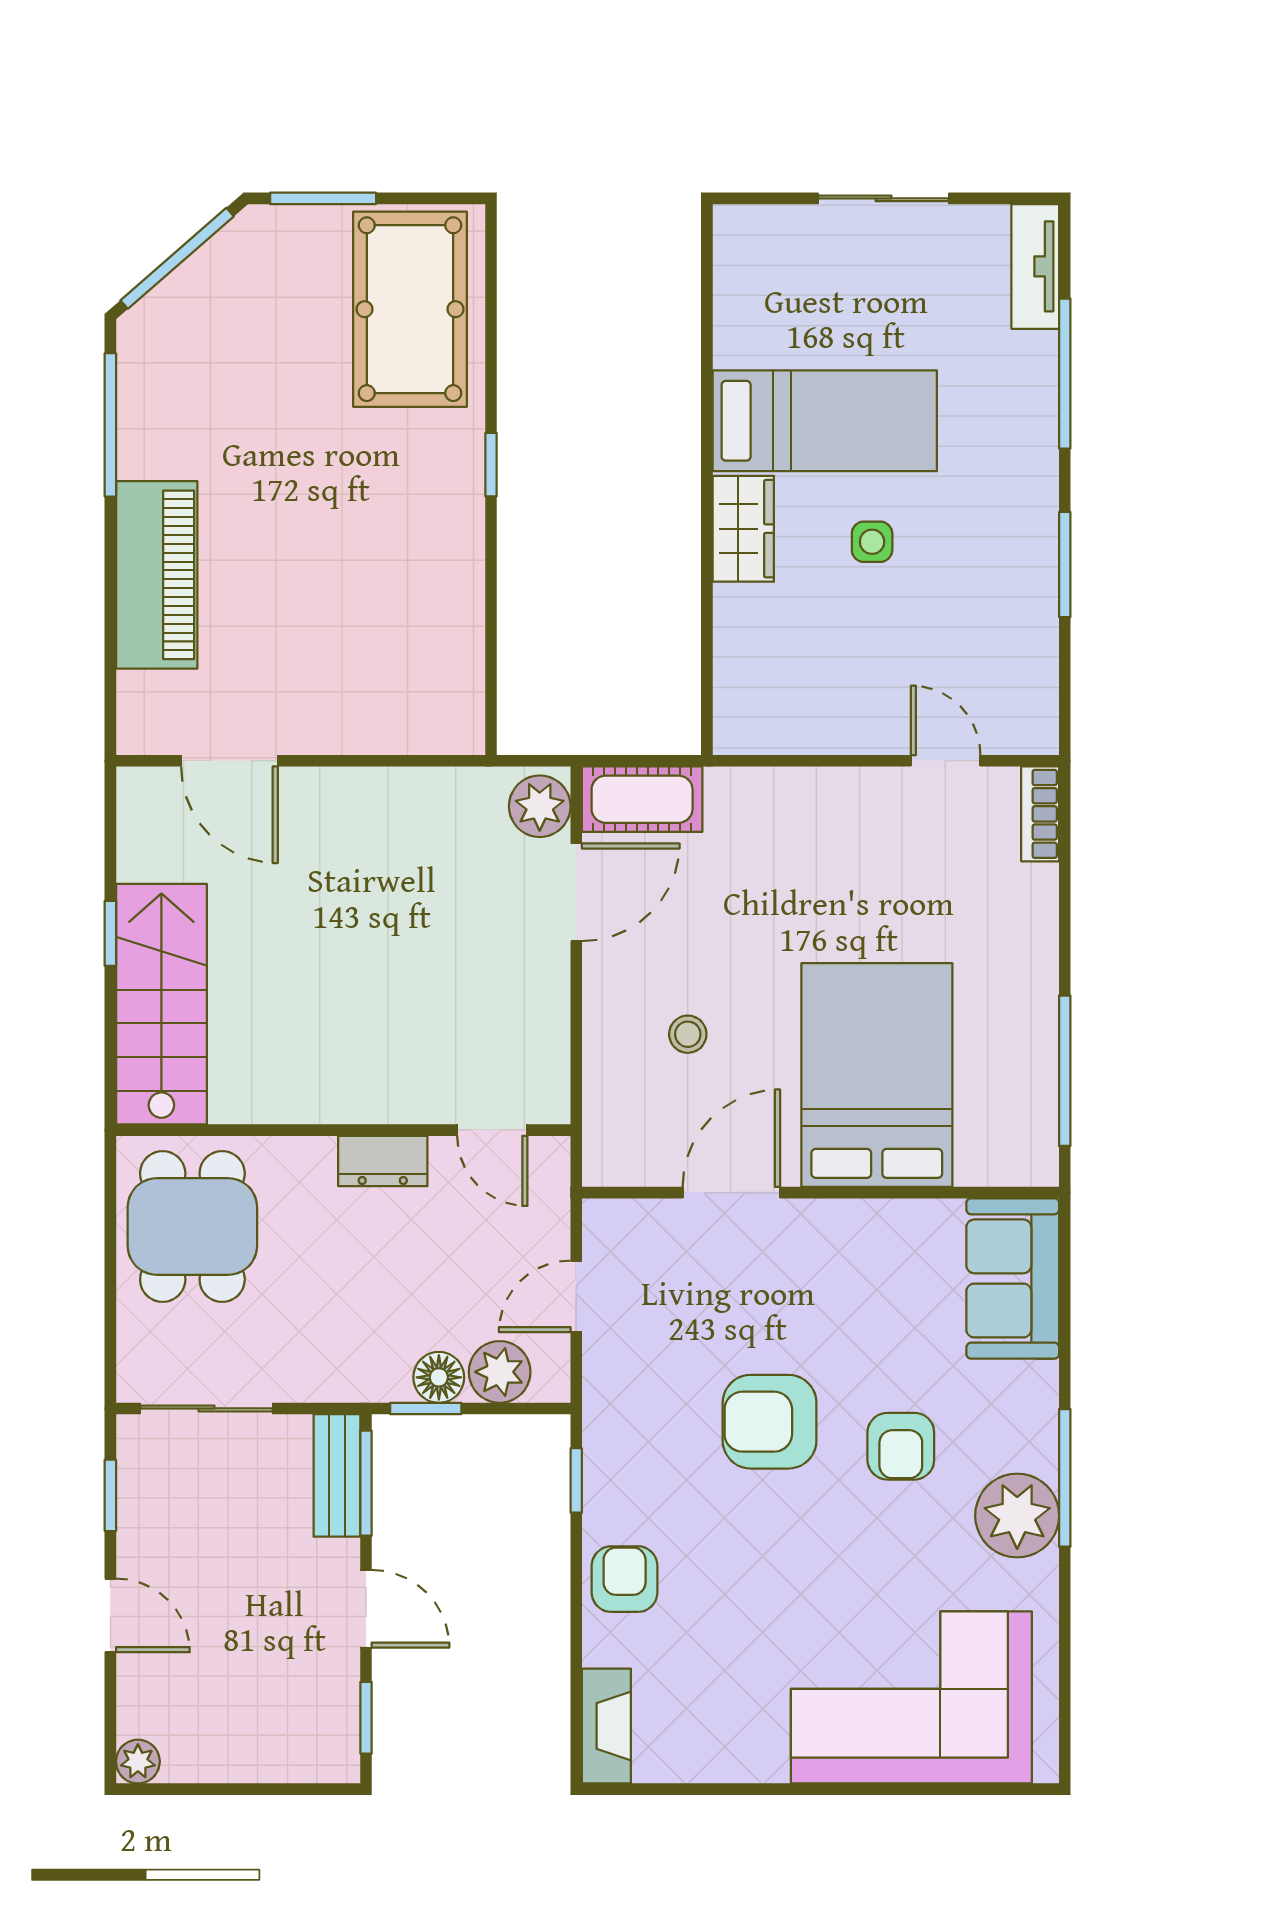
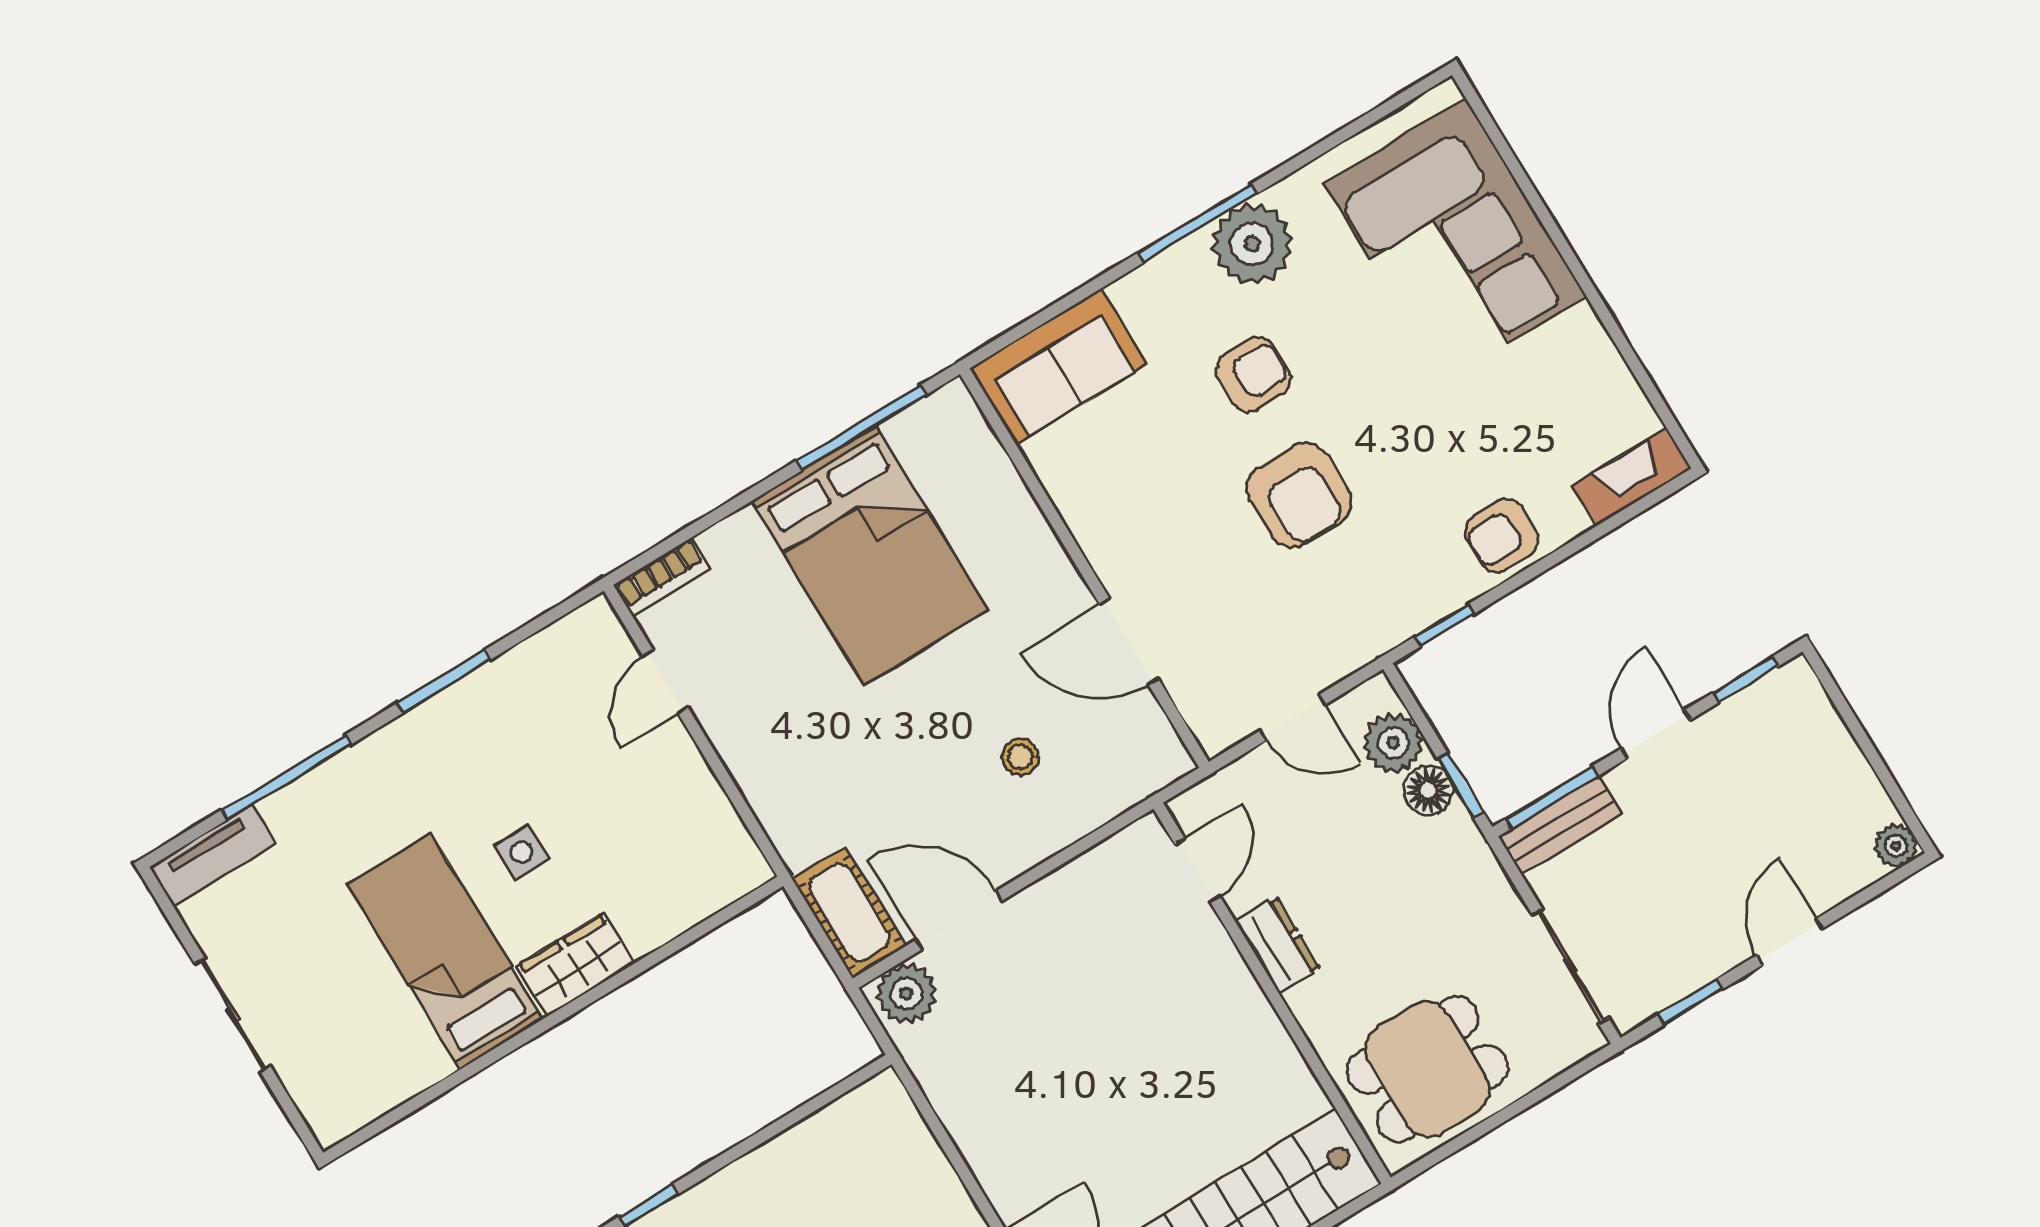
bed: (877, 1075) -> (870, 555), moved, turned -90

